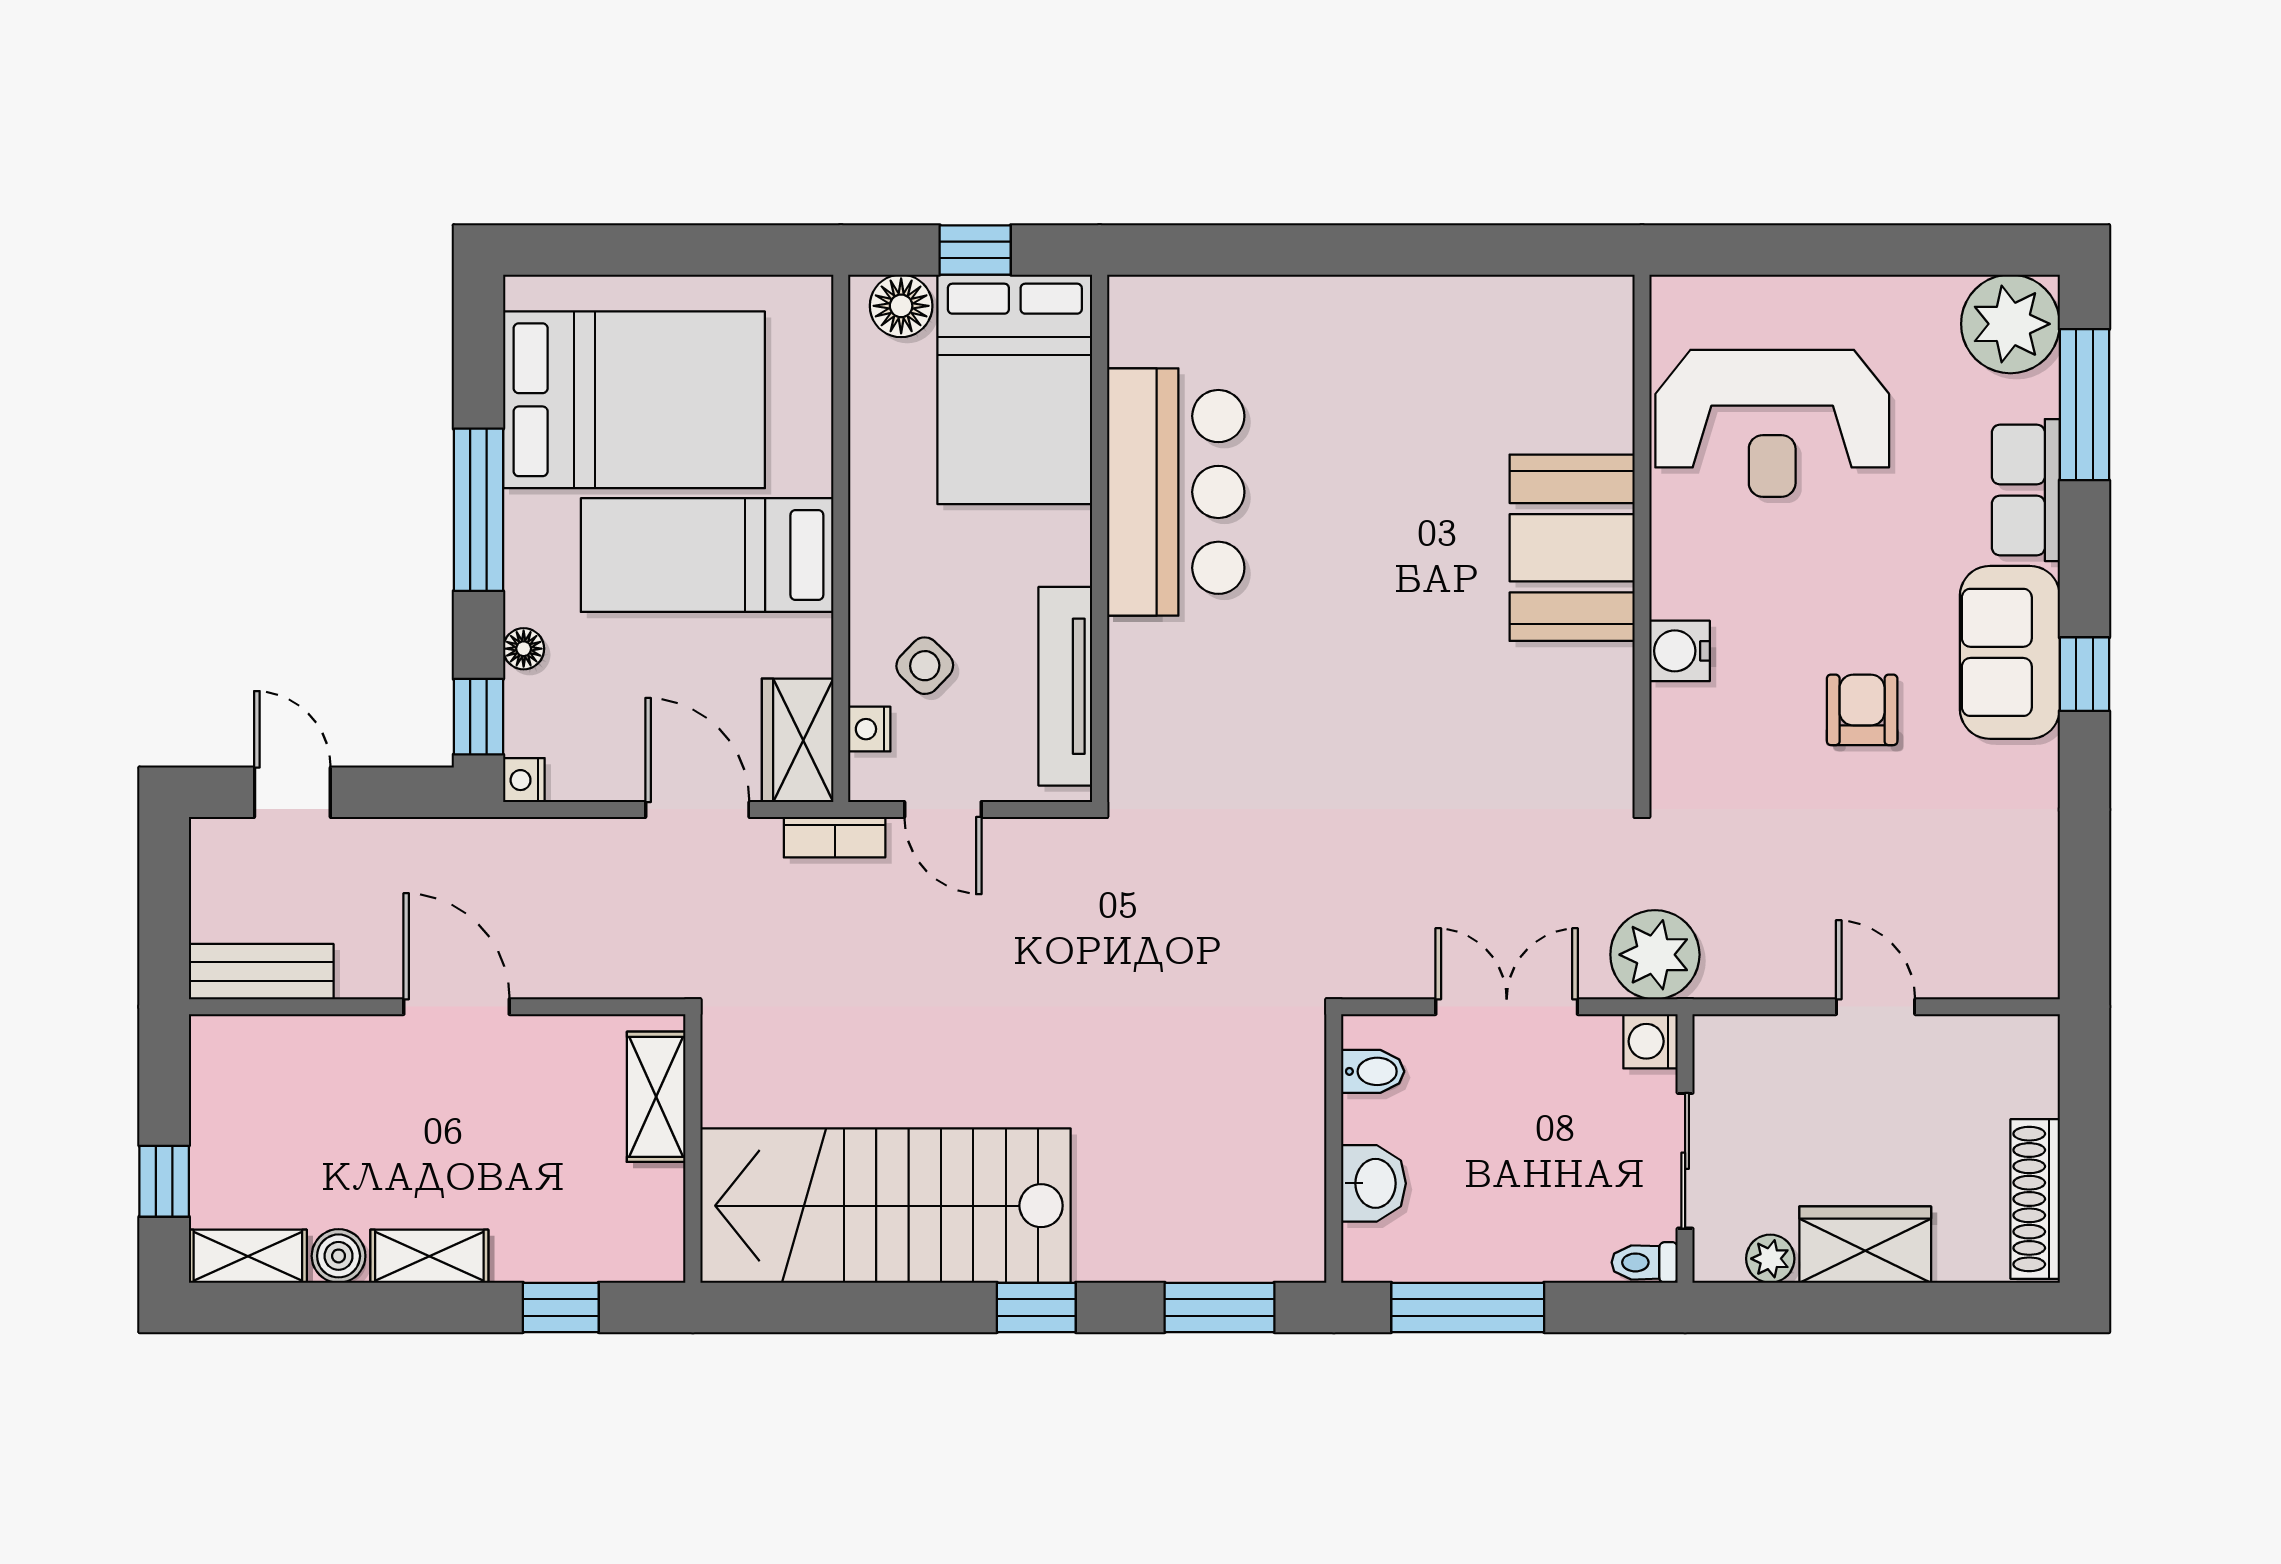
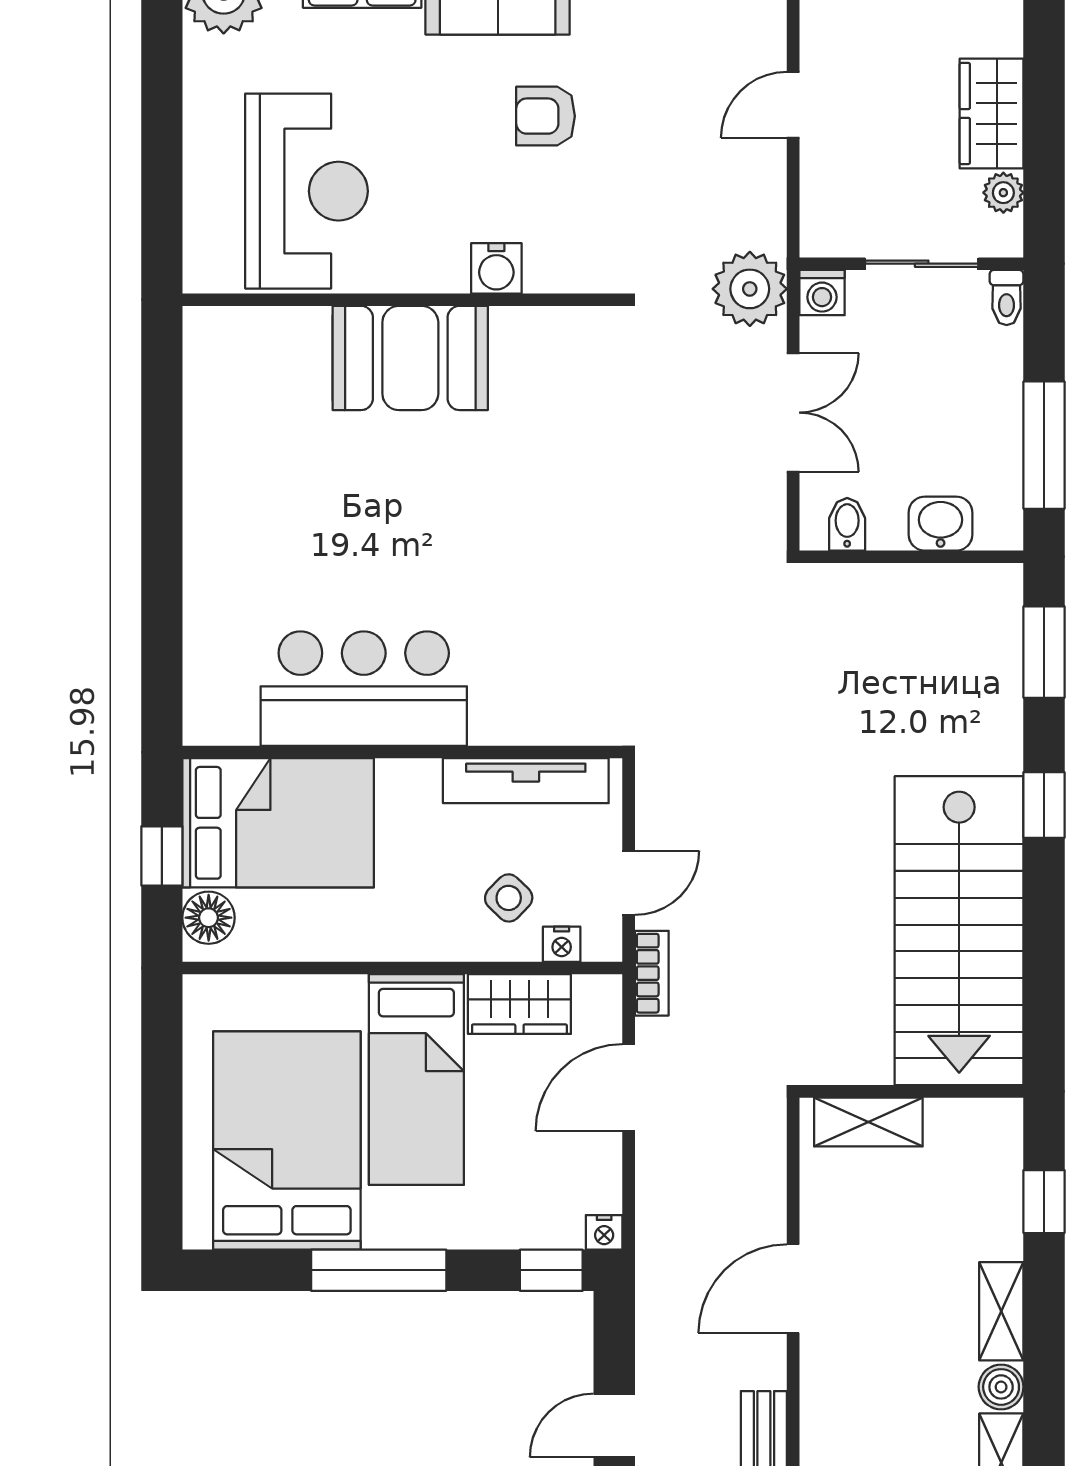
floor lamp: (524, 649) -> (495, 1233), removed
wardrobe: (798, 740) -> (519, 1004), moved
double door: (1507, 1007) -> (793, 413), swing flipped

